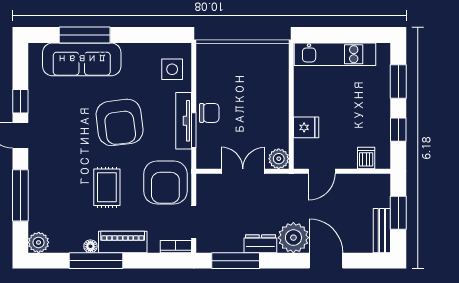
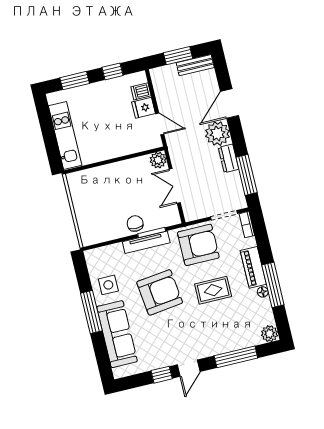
window: (85, 35) -> (91, 312), moved
side table: (172, 69) -> (108, 285), moved
fridge: (306, 127) -> (144, 108), moved, turned -90

